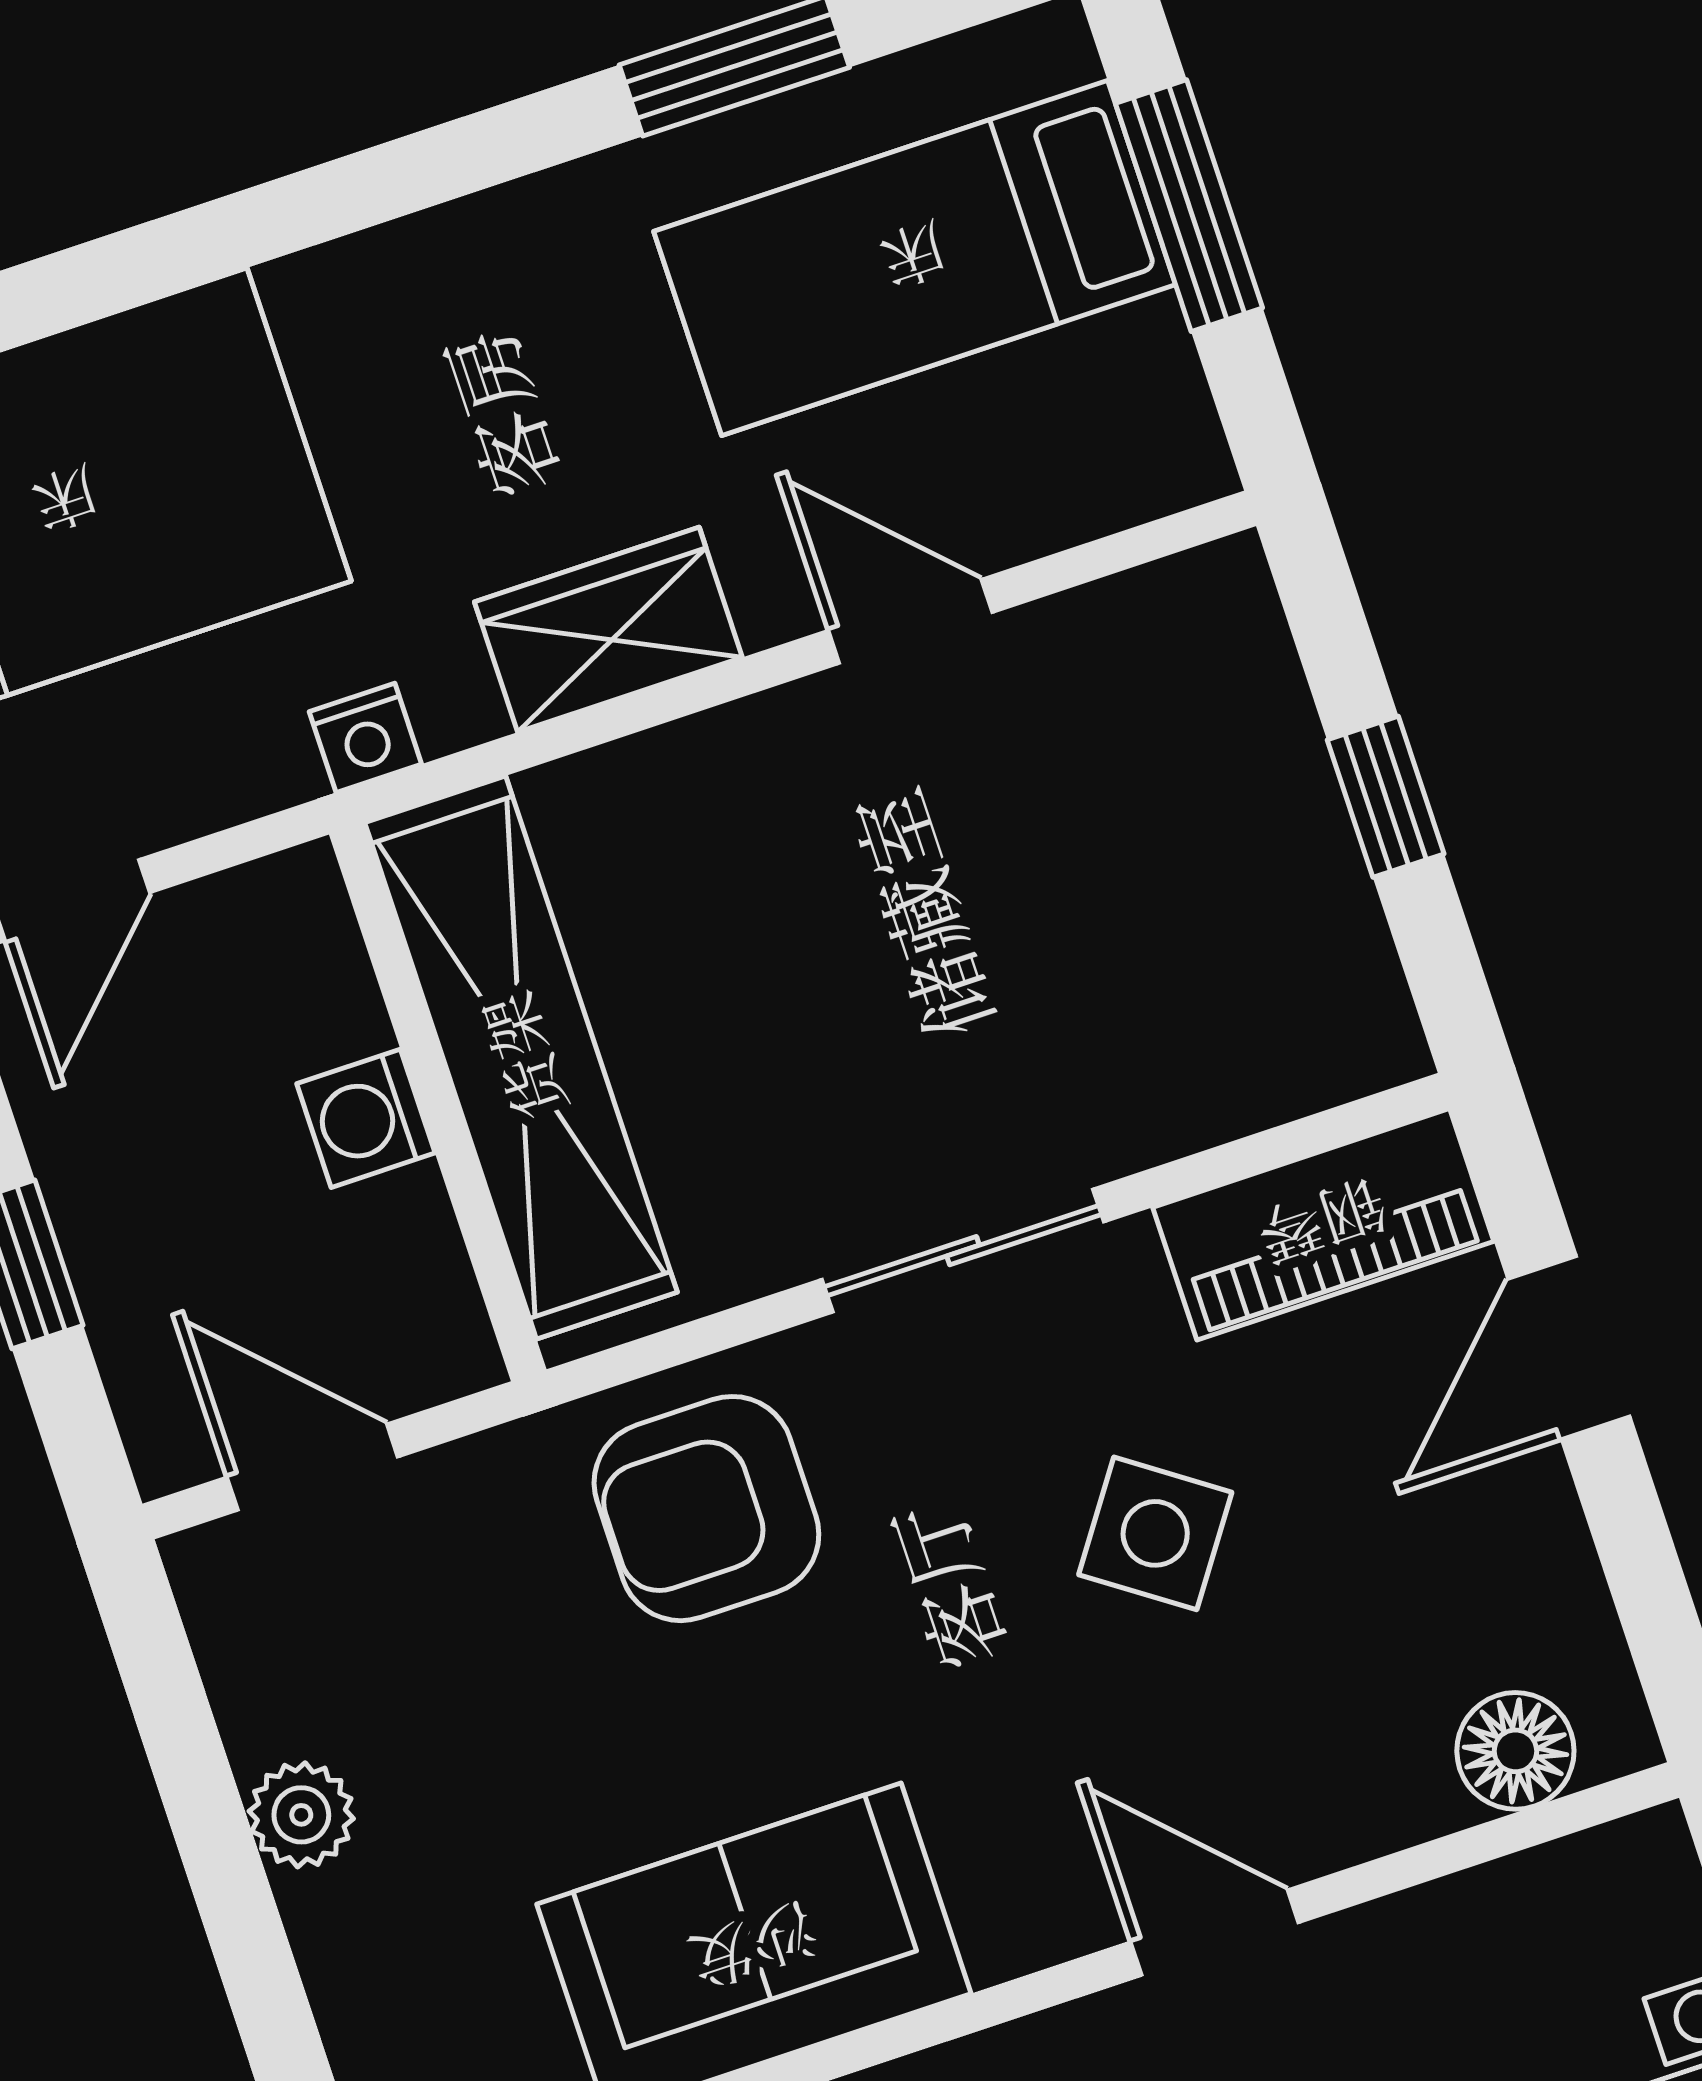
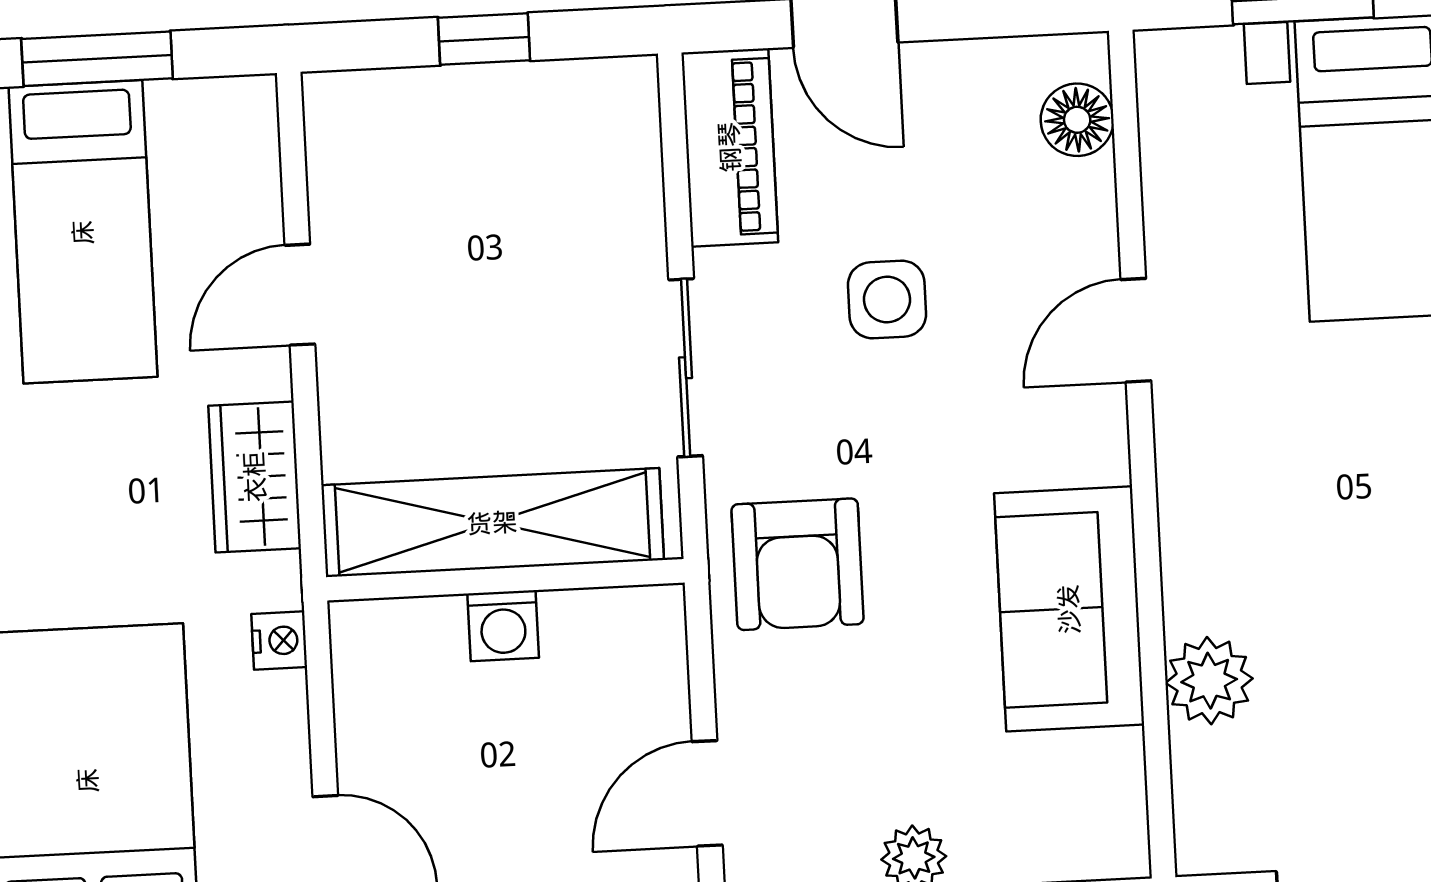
shelving: (521, 1057) -> (492, 523), moved
wall: (438, 1102) -> (505, 580), moved
washing machine: (366, 1118) -> (503, 626), moved
side table: (1155, 1533) -> (887, 299), turned -35

